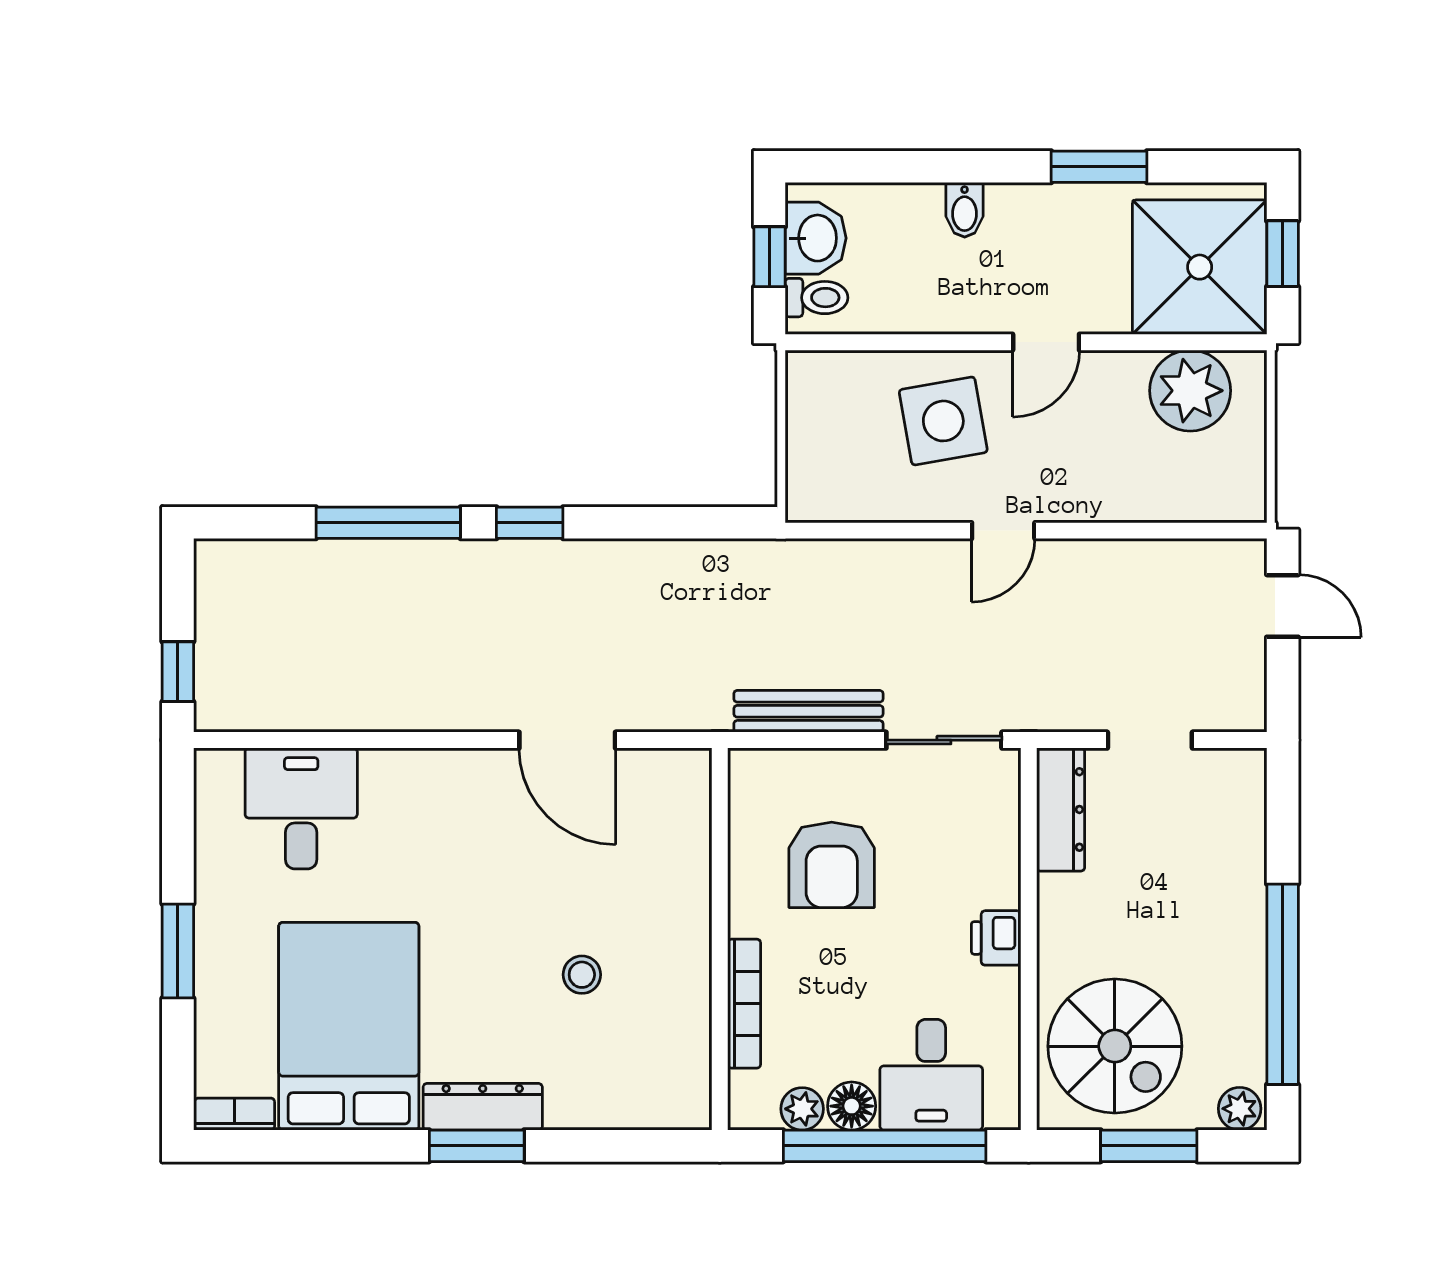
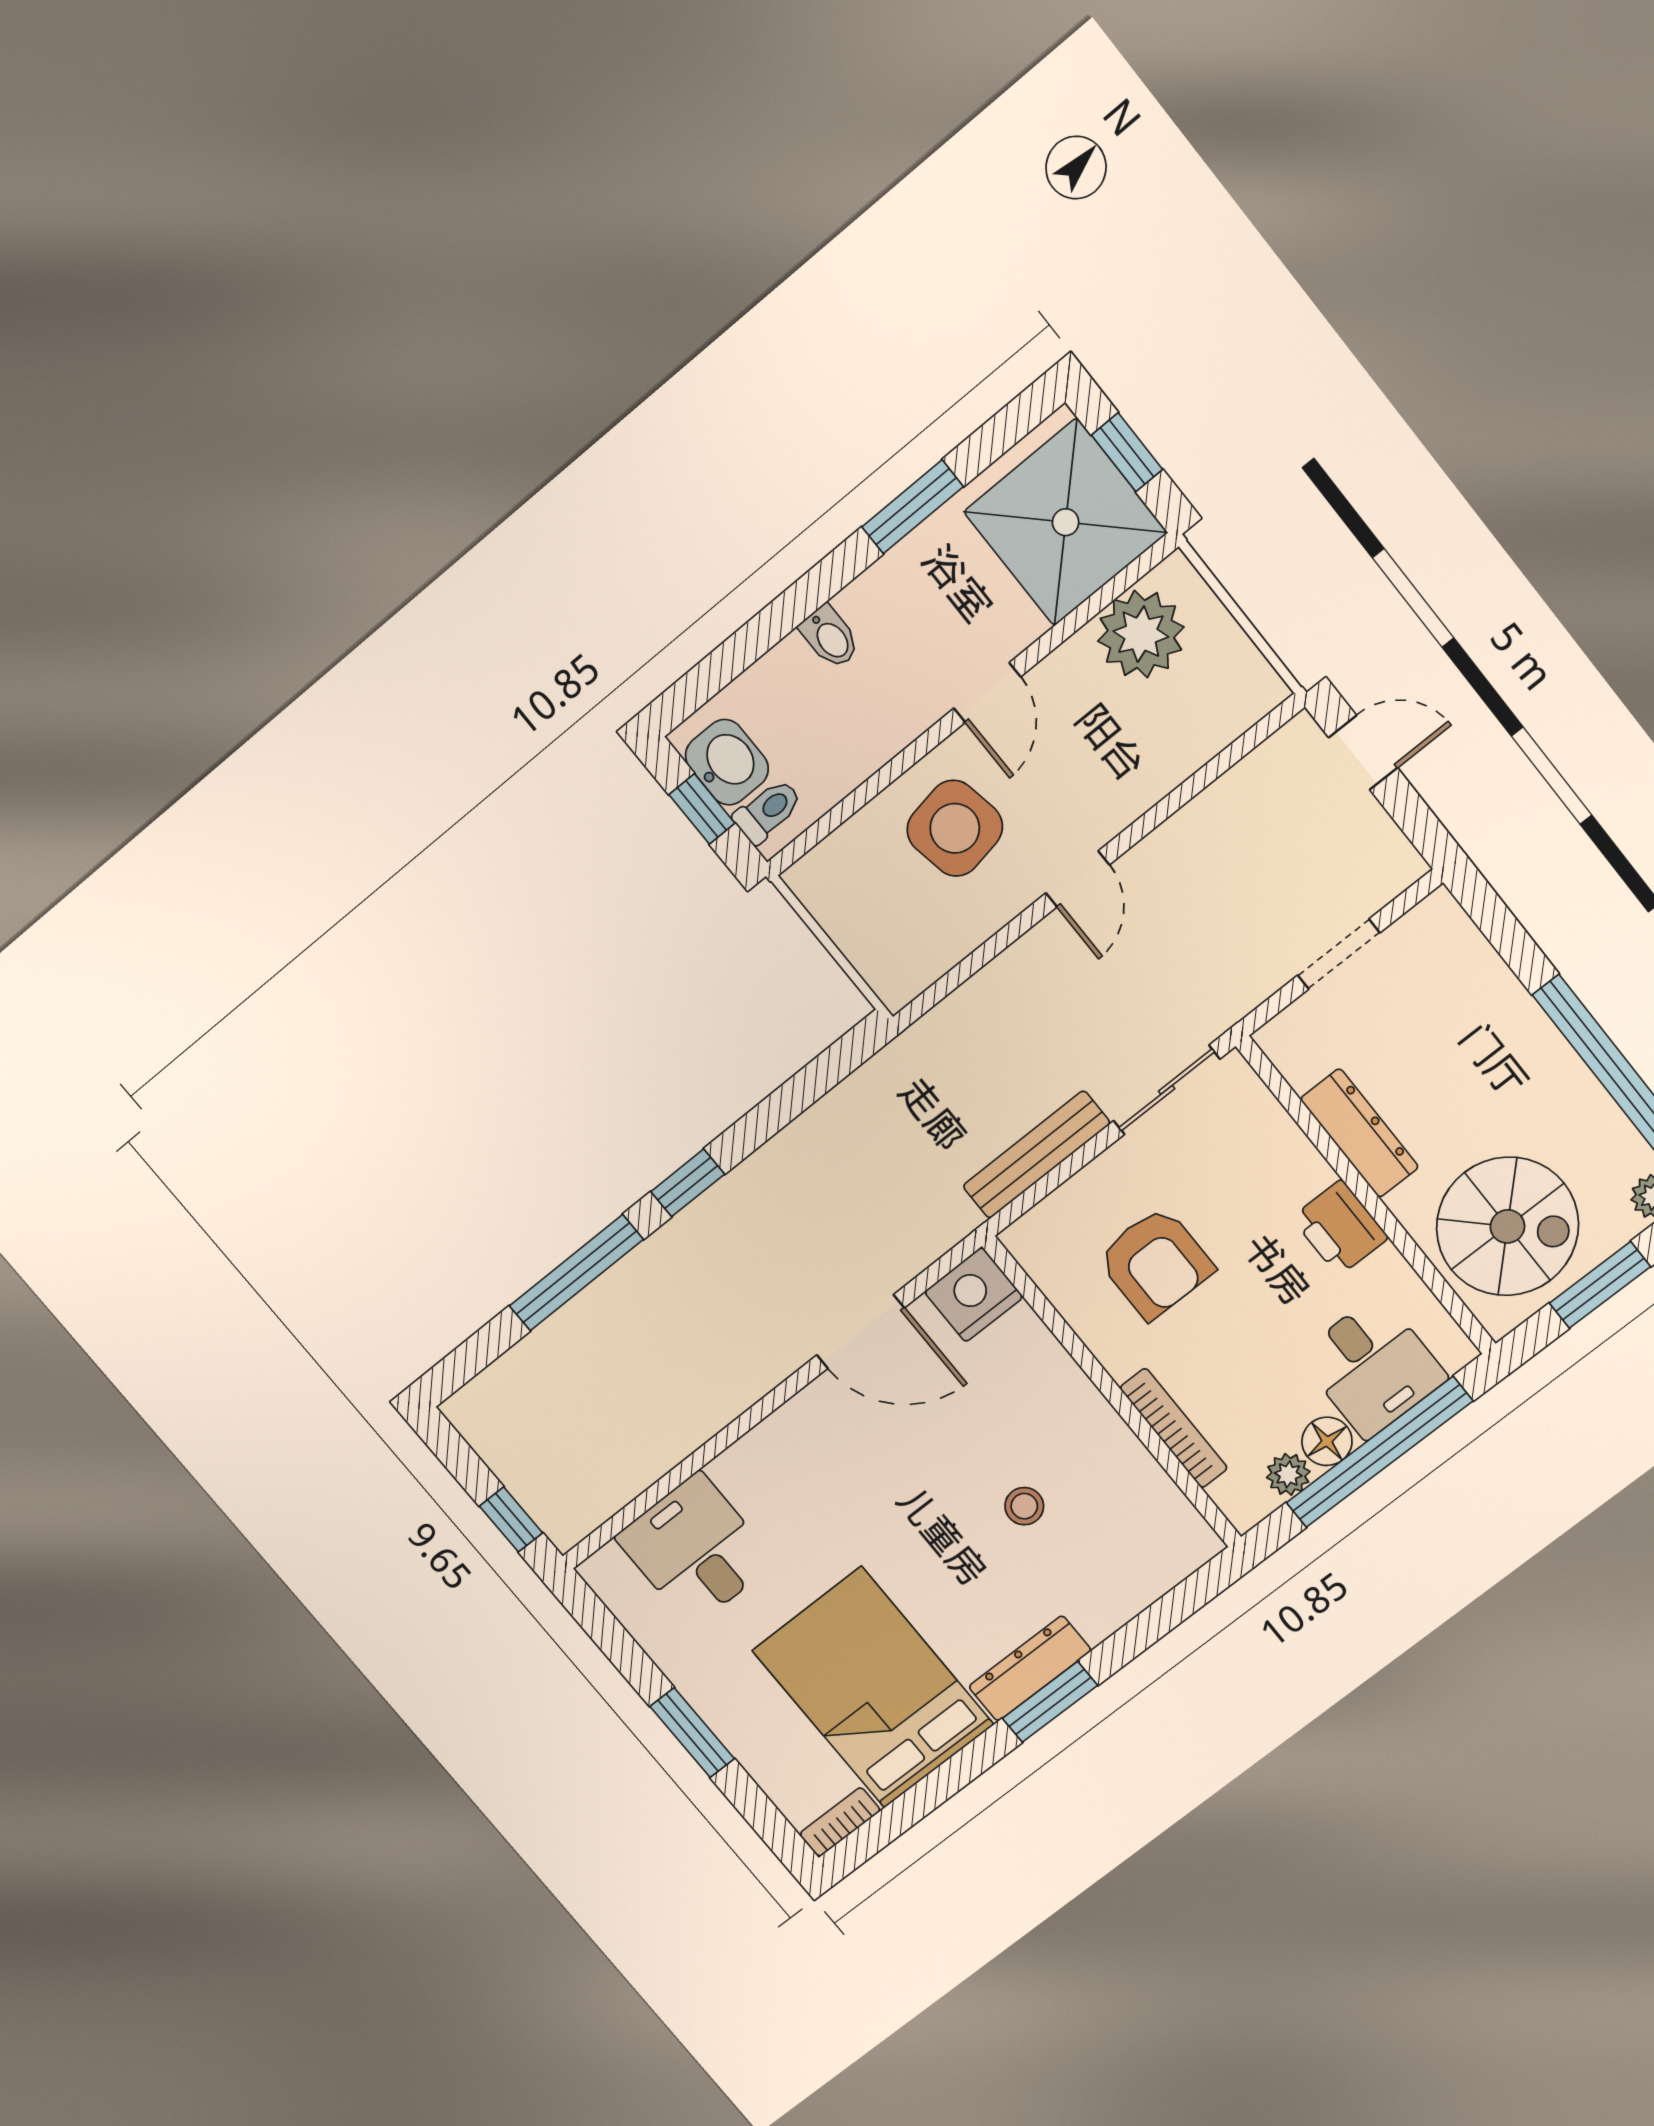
nightstand: (676, 780) -> (974, 1295), added
dresser: (1061, 809) -> (1359, 1133), moved
printer: (996, 938) -> (1340, 1228), width x1.36, depth x1.24

